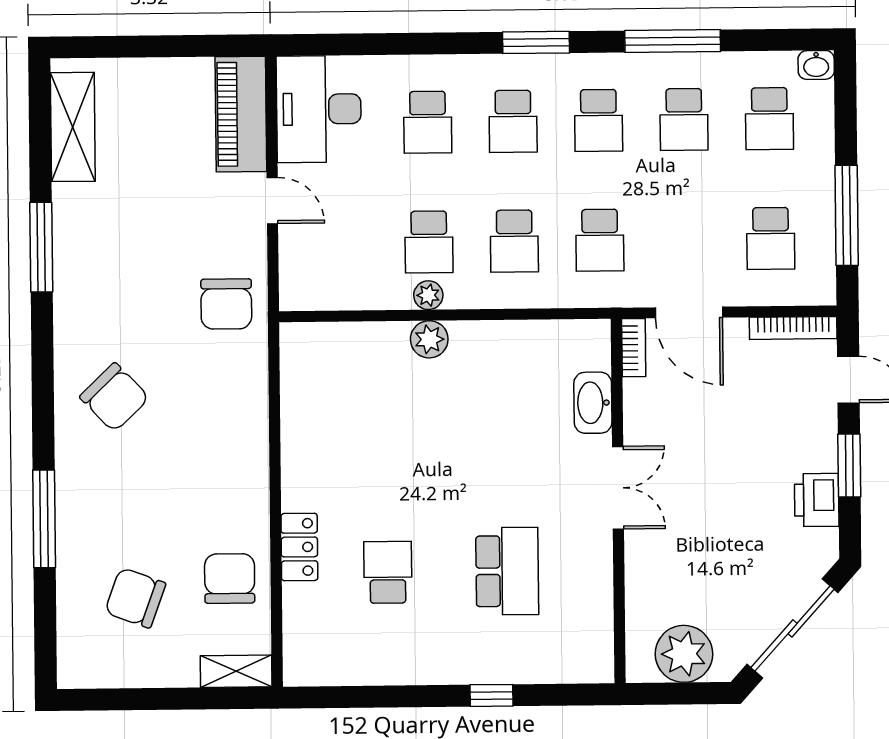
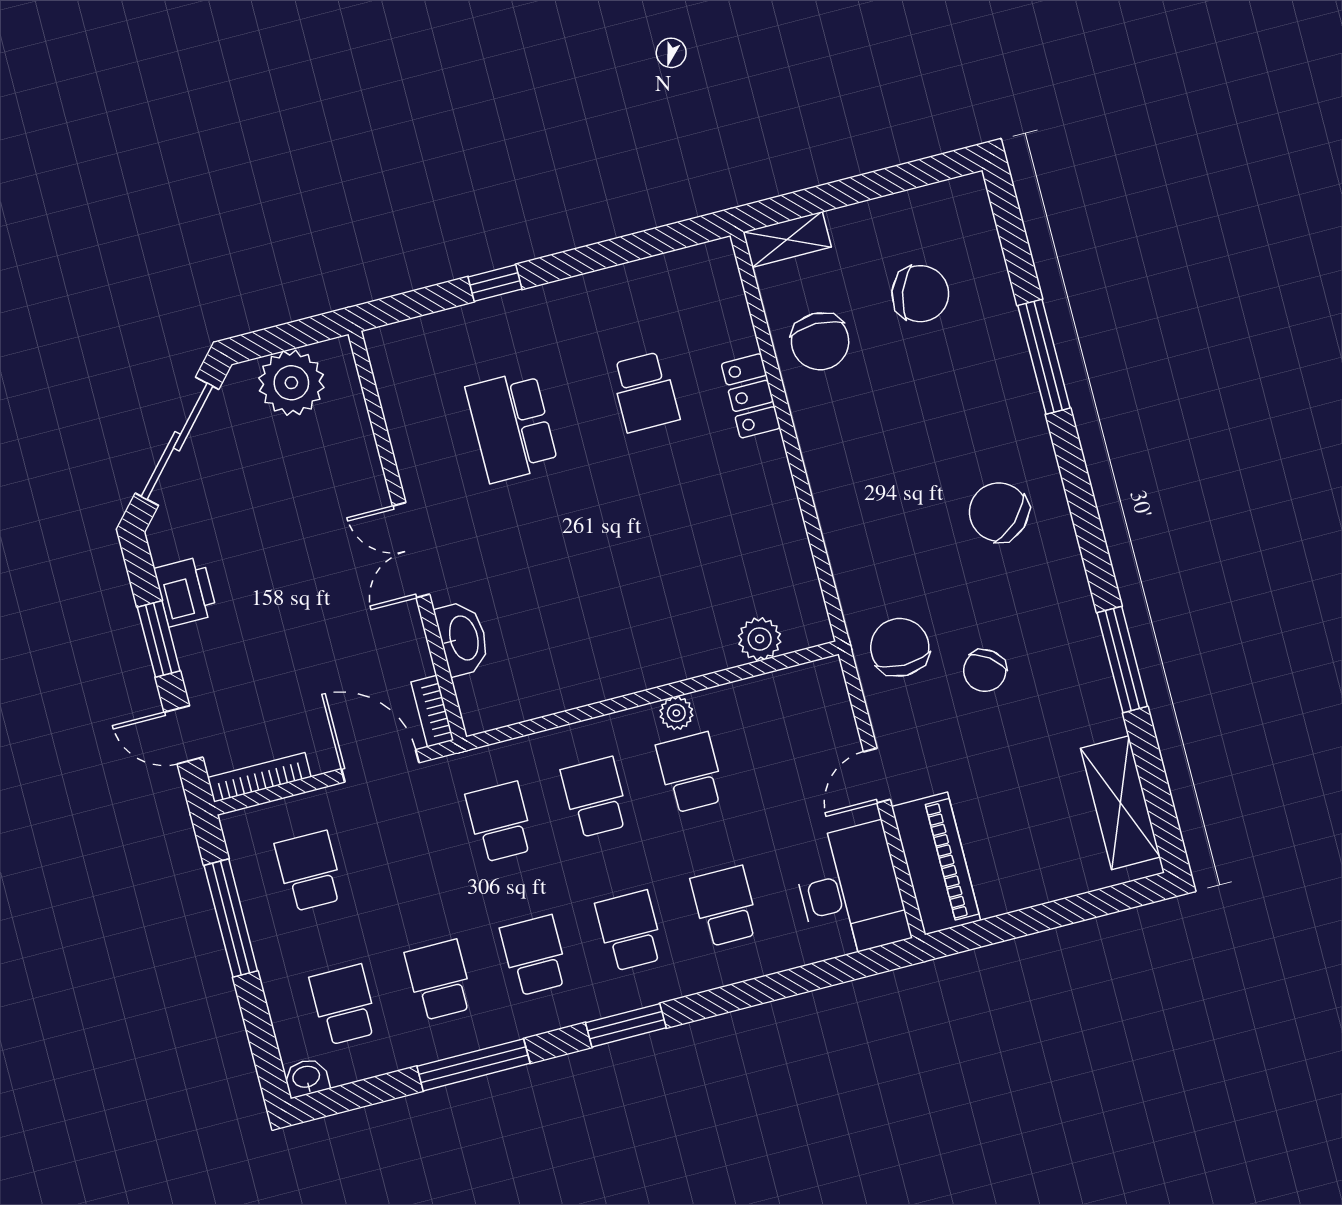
door: (272, 201) -> (877, 776), hinge flipped
chair: (159, 267) -> (985, 671), added
plant: (429, 339) -> (760, 639), moved

